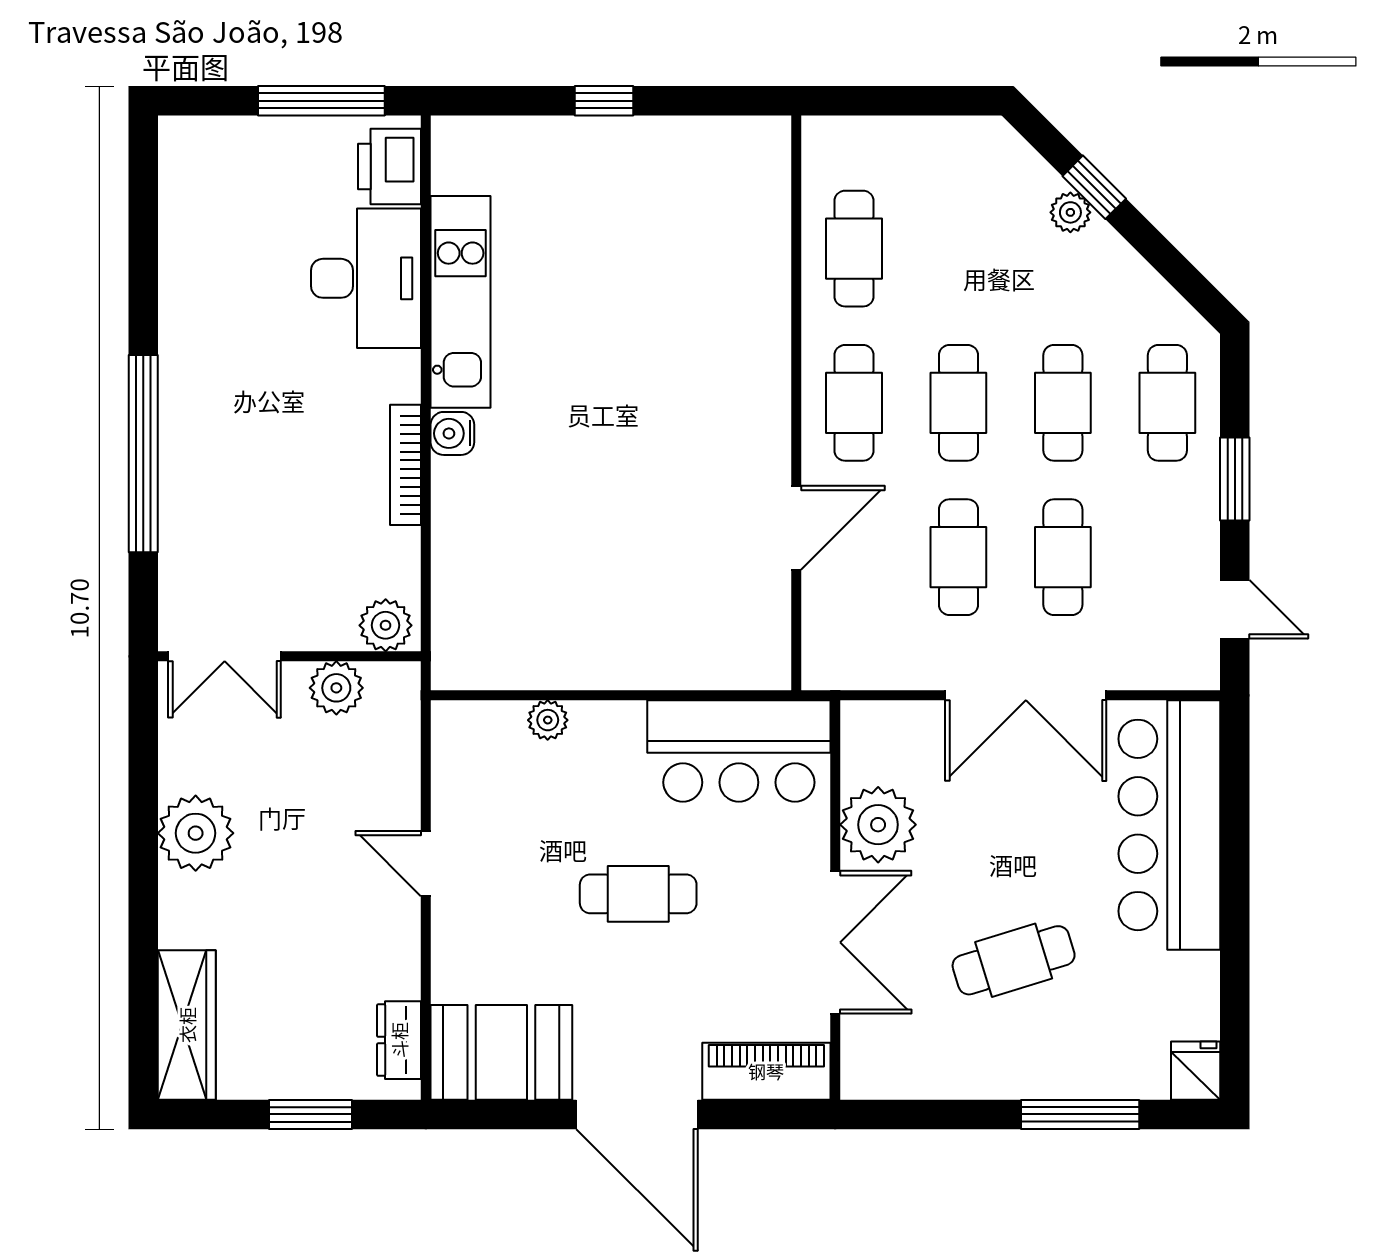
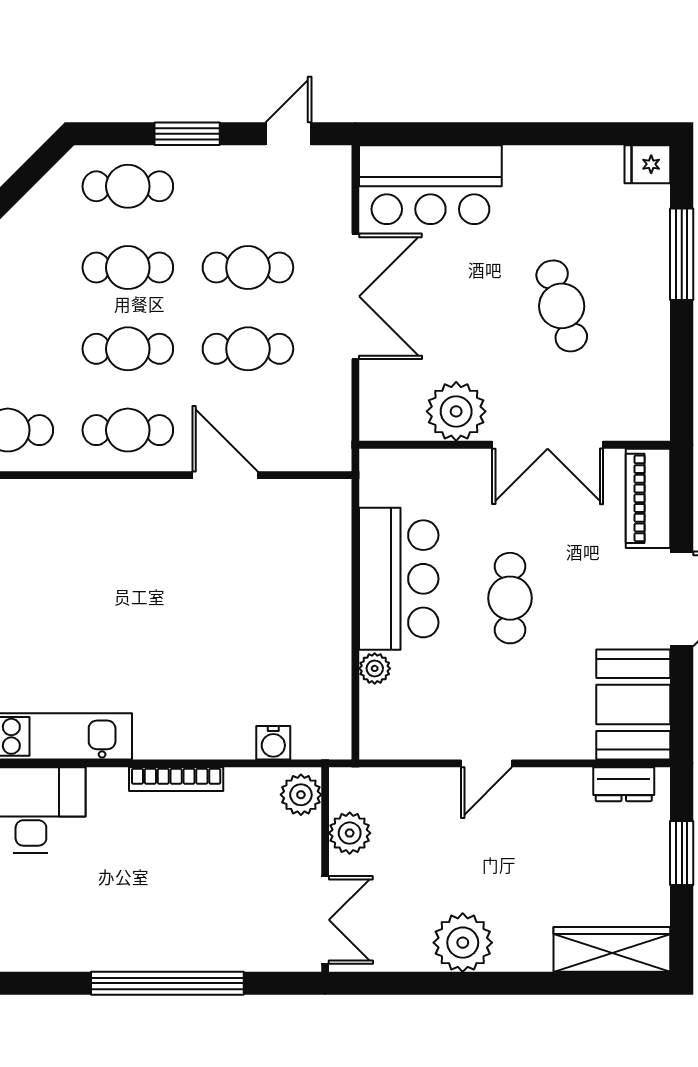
water cooler: (452, 433) -> (273, 743), moved
bar counter: (739, 751) -> (399, 579), moved
bar counter: (1169, 825) -> (430, 185), width x0.73
double door: (835, 942) -> (548, 445), swing flipped

